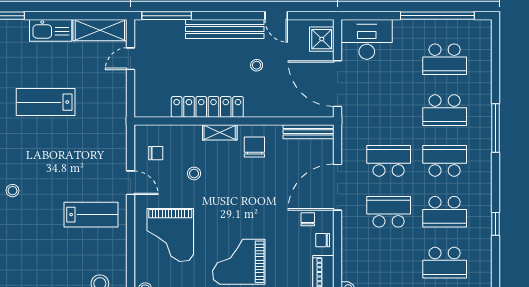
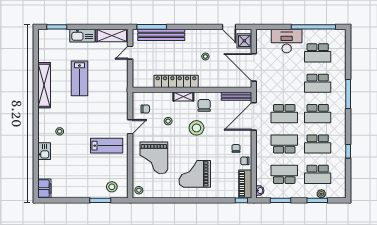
door: (276, 16) -> (229, 27), moved
bench: (225, 29) -> (161, 35), moved
desk: (367, 39) -> (287, 41), moved
lab bench: (46, 102) -> (79, 78), turned -90
school desk: (389, 161) -> (284, 114), turned 180
school desk: (445, 161) -> (318, 114), turned 180
door: (131, 183) -> (130, 127), hinge flipped
stool: (242, 185) -> (196, 128), added
door: (338, 187) -> (254, 116), moved
school desk: (389, 263) -> (284, 174), added

